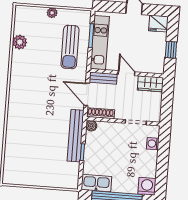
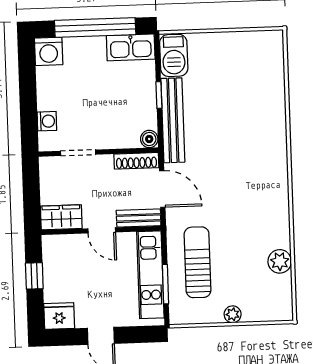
barbecue: (71, 175) -> (174, 55), added

